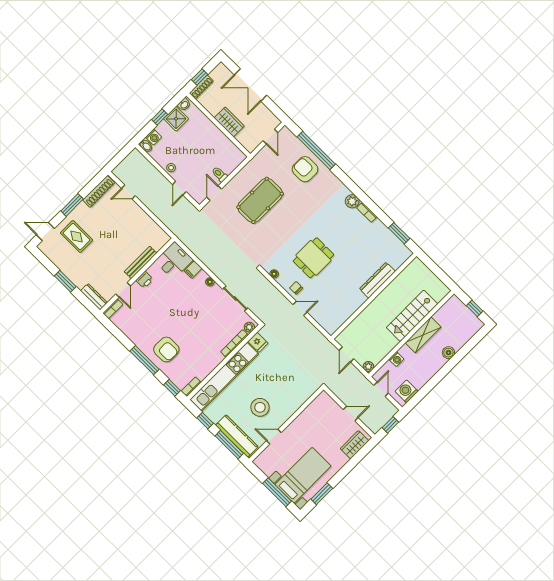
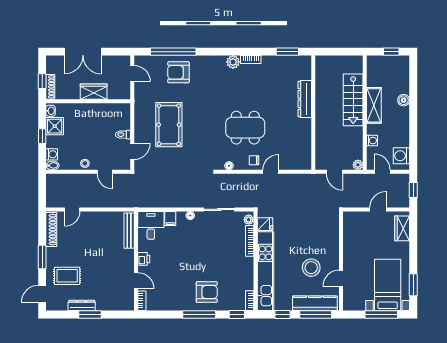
door: (214, 193) -> (132, 151), swing flipped
dining table: (313, 258) -> (245, 128), width x1.38
bench: (141, 262) -> (129, 231), moved
dresser: (94, 297) -> (82, 305), moved

